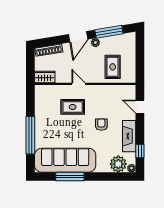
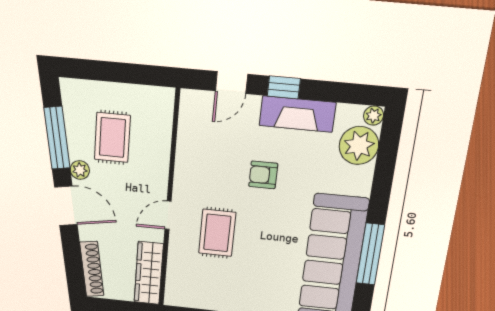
rug: (113, 67) -> (112, 138), moved, turned 90
wardrobe: (45, 77) -> (149, 273), width x1.50
window: (140, 151) -> (284, 87), moved

